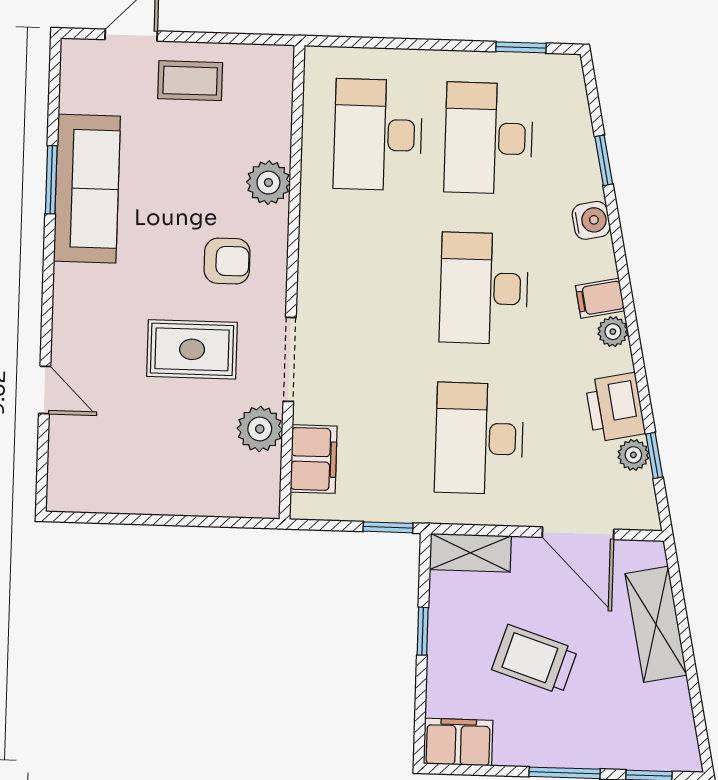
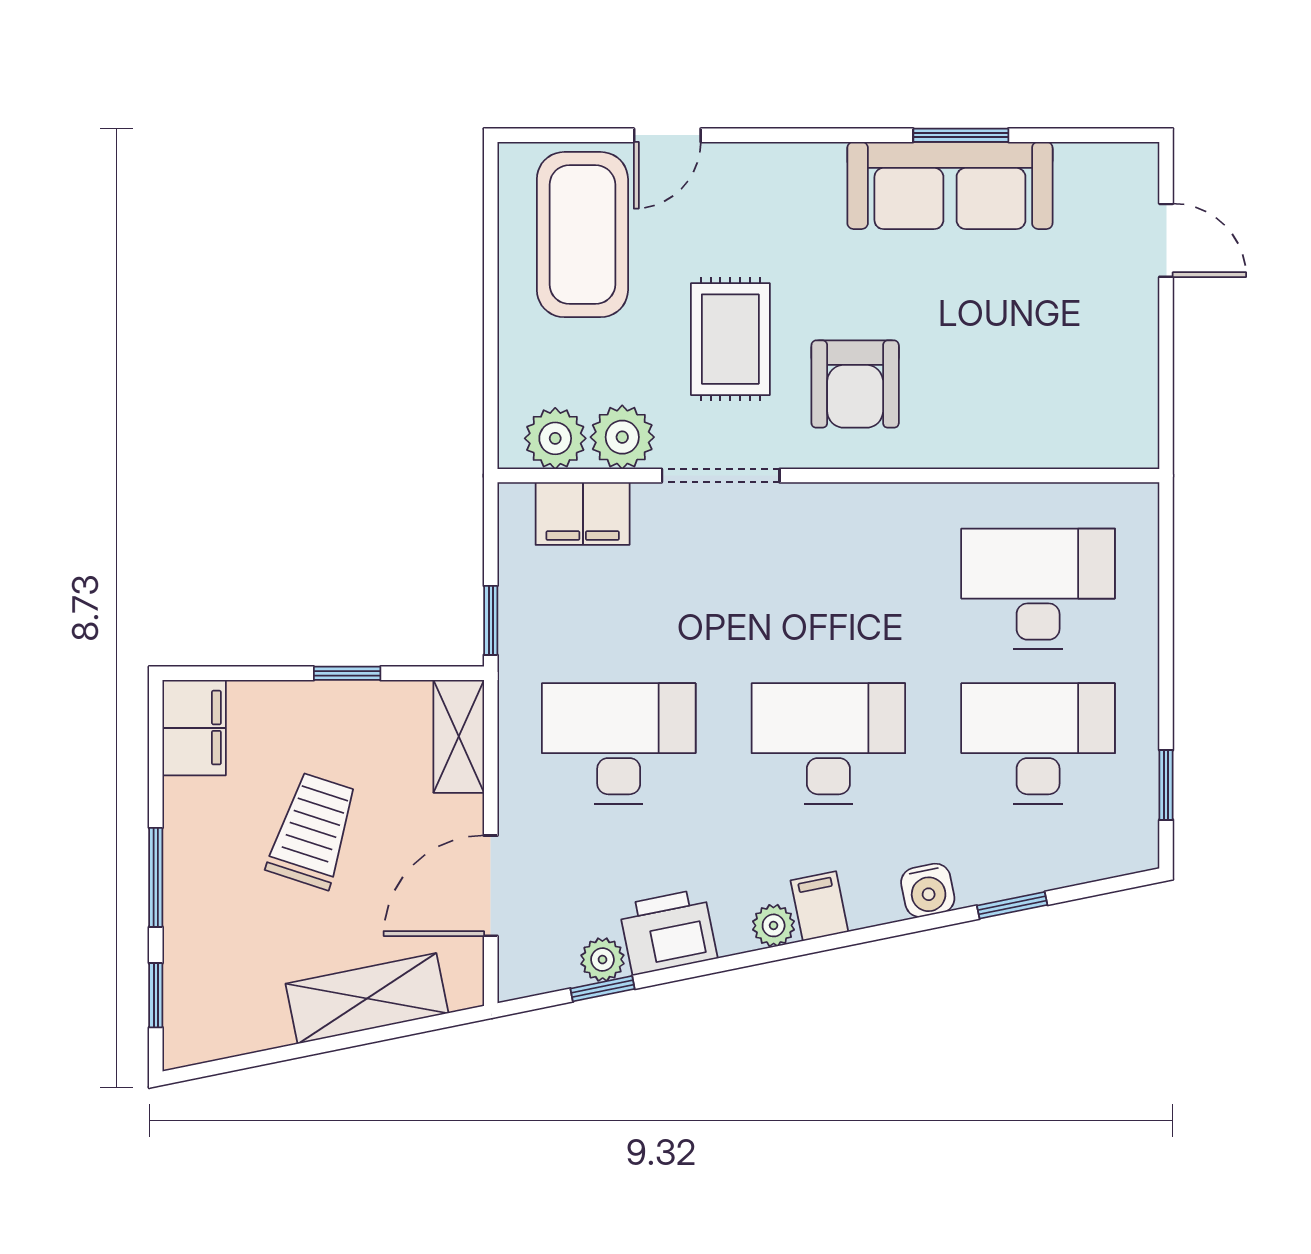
coffee table: (190, 81) -> (582, 235), moved, width x1.86, depth x1.72
plant: (268, 183) -> (555, 438), moved
armchair: (227, 261) -> (855, 384), width x1.38, depth x1.38

